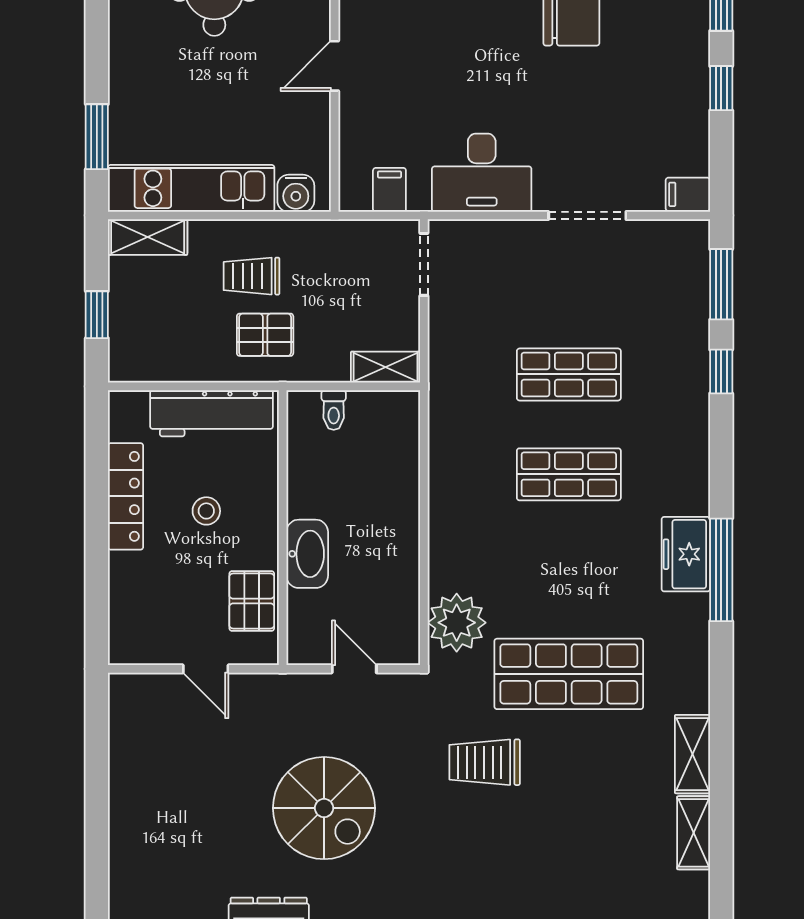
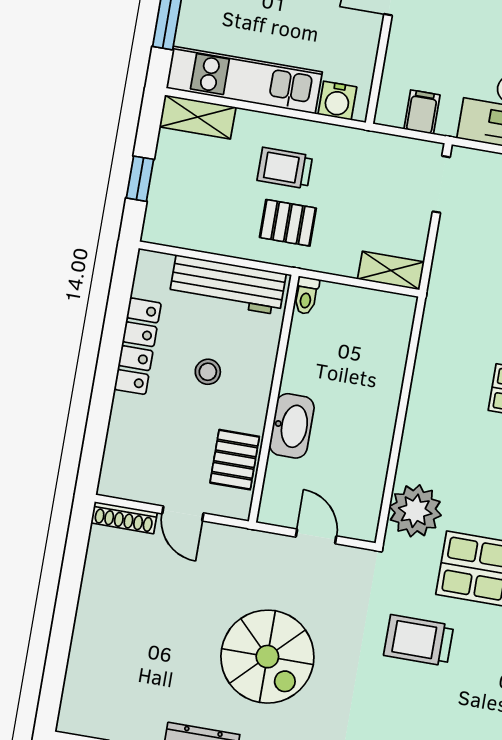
toilet: (334, 410) -> (306, 296), moved
shoe rack: (143, 684) -> (124, 518), added

